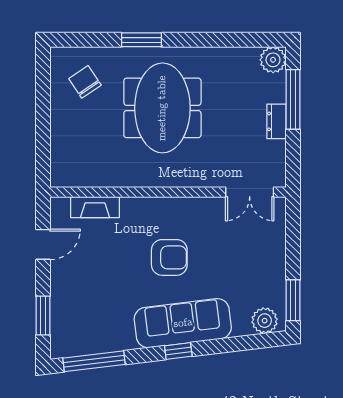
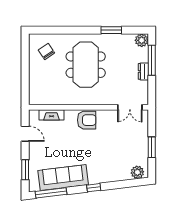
window: (142, 40) -> (111, 30), moved
door: (43, 244) -> (25, 134), hinge flipped
armchair: (169, 257) -> (87, 120), moved
window: (293, 300) -> (152, 147), moved
sofa: (183, 323) -> (63, 178), moved

